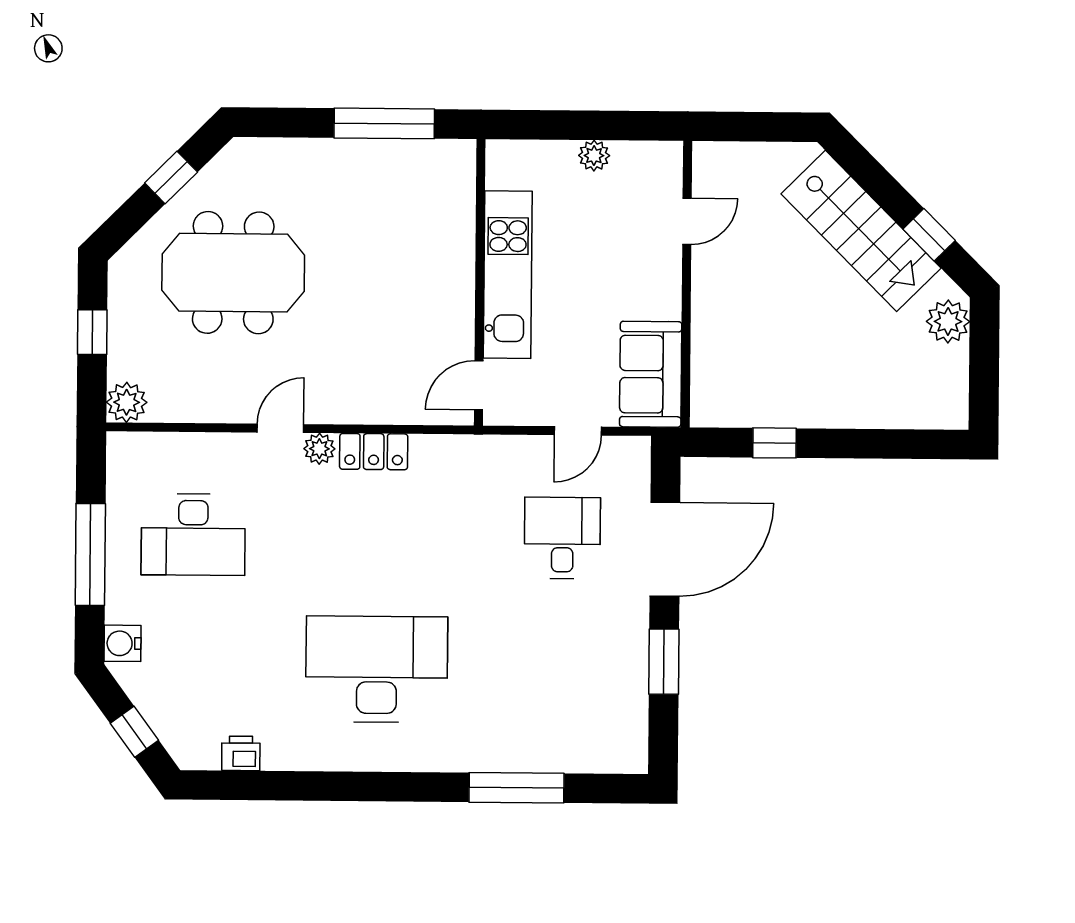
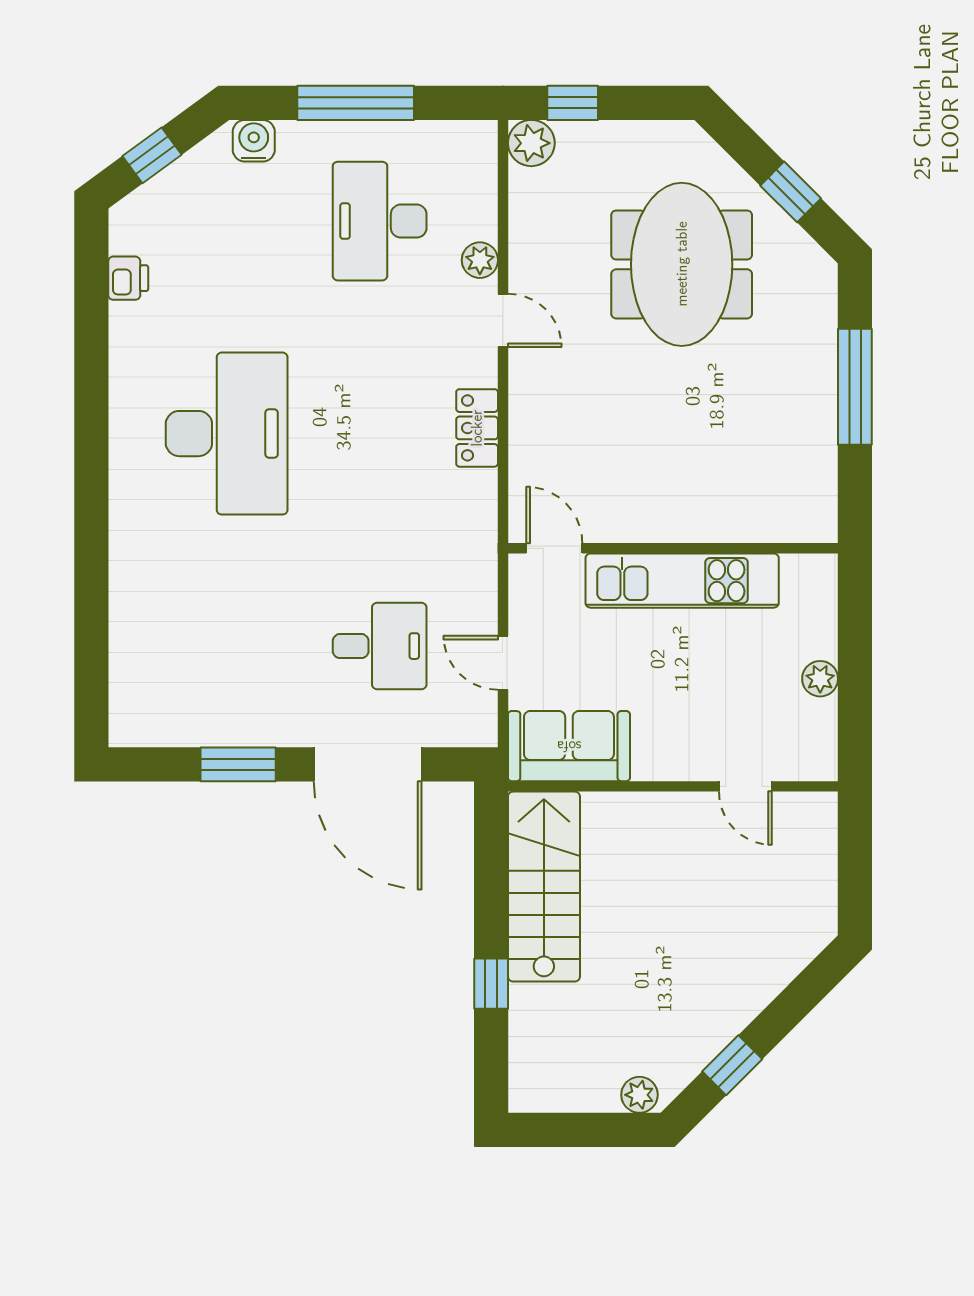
window: (384, 123) -> (855, 387), moved
stairs: (861, 231) -> (544, 887), moved, turned 135
plant: (948, 321) -> (639, 1095), width x0.73, depth x0.73
window: (92, 332) -> (573, 103), moved
window: (775, 443) -> (491, 984), moved
plant: (319, 449) -> (480, 260), moved
window: (517, 788) -> (91, 596), removed

